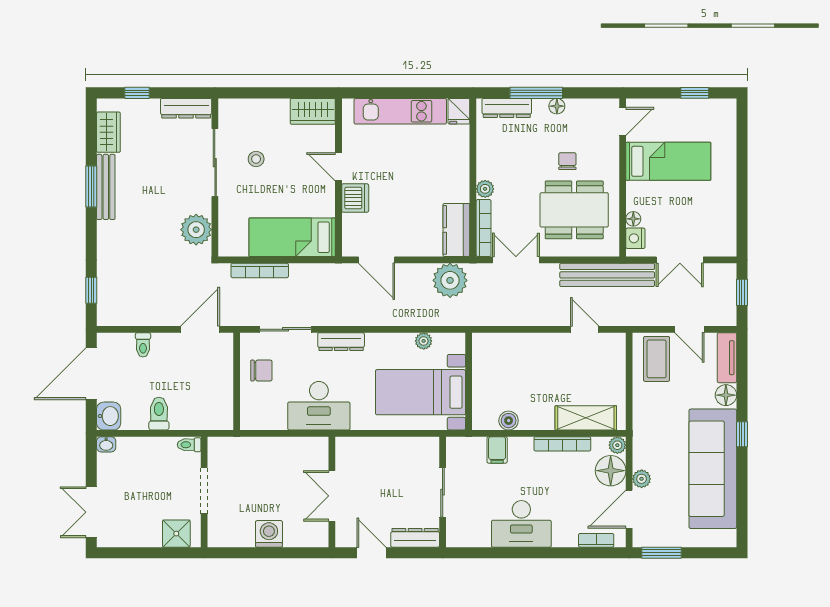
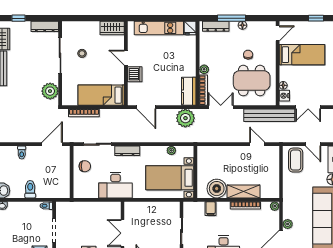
shelving: (586, 418) -> (243, 192), moved
boiler: (509, 421) -> (217, 189), width x1.86, depth x1.86
floor lamp: (611, 471) -> (271, 220), removed

